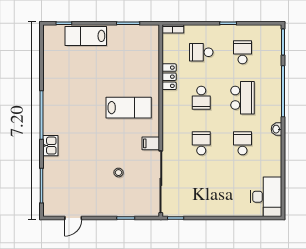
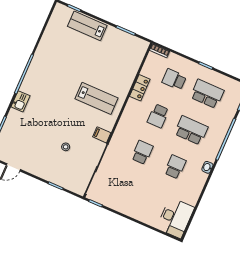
school desk: (242, 52) -> (207, 94), width x1.85
school desk: (242, 98) -> (191, 130), turned -90

